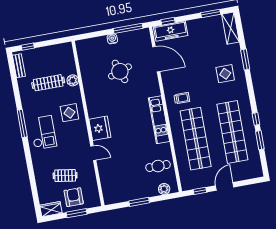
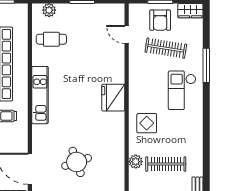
window: (22, 123) -> (206, 65), moved
checkout: (43, 133) -> (182, 90), moved
door: (93, 153) -> (127, 34), moved
clothes rail: (65, 176) -> (166, 48), width x1.36

